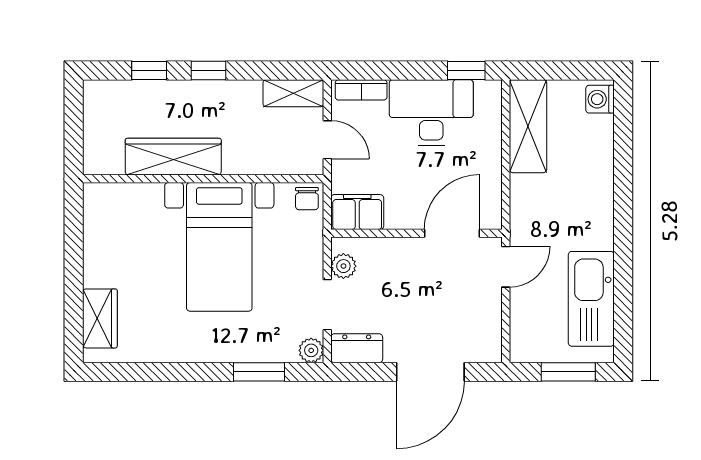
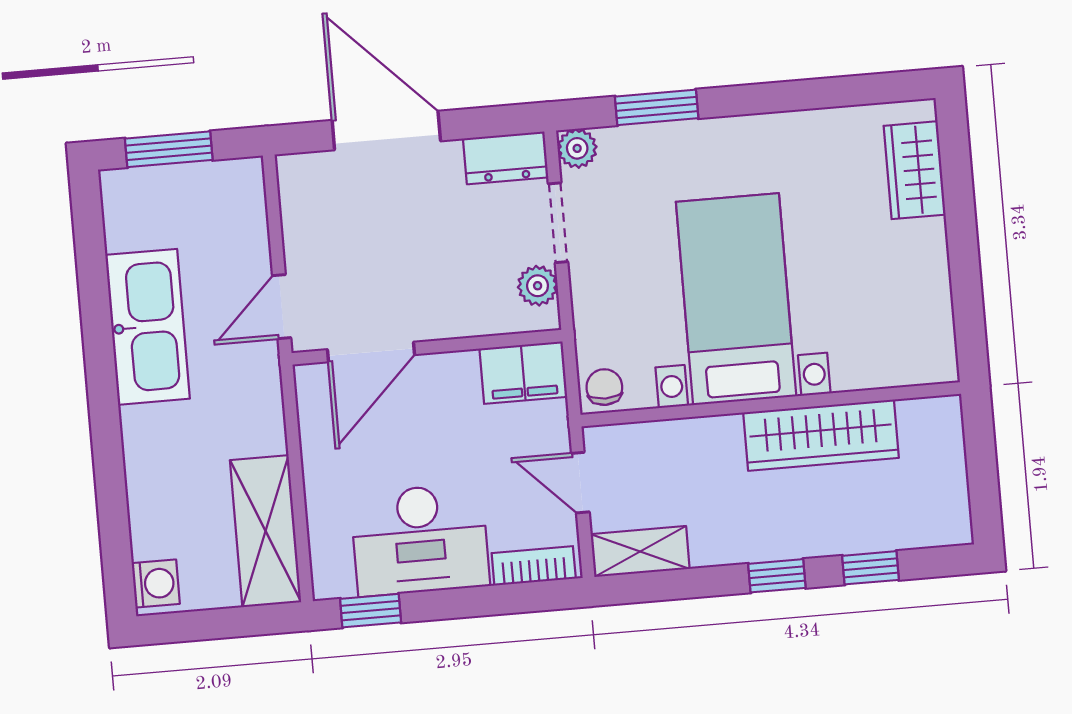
kitchen sink: (591, 299) -> (148, 327), moved
door: (430, 372) -> (386, 131), hinge flipped

